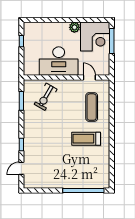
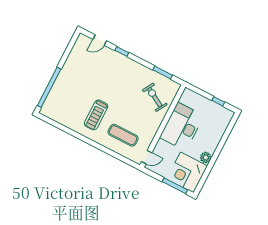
door: (89, 77) -> (147, 157), moved
treadmill: (86, 139) -> (96, 115), turned 180
door: (21, 168) -> (100, 40), swing flipped

